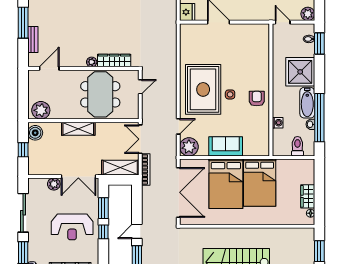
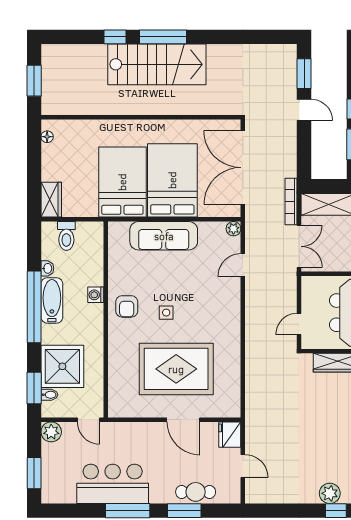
shower: (300, 72) -> (62, 366), moved
rug: (203, 89) -> (176, 369), moved, turned 90
window: (319, 118) -> (34, 307), moved
washing machine: (278, 123) -> (96, 295), moved
sofa: (226, 146) -> (164, 236), width x1.36
plant: (189, 147) -> (233, 229), width x0.53, depth x0.53
wardrobe: (308, 196) -> (51, 200), moved
door: (137, 231) -> (304, 110), hinge flipped

